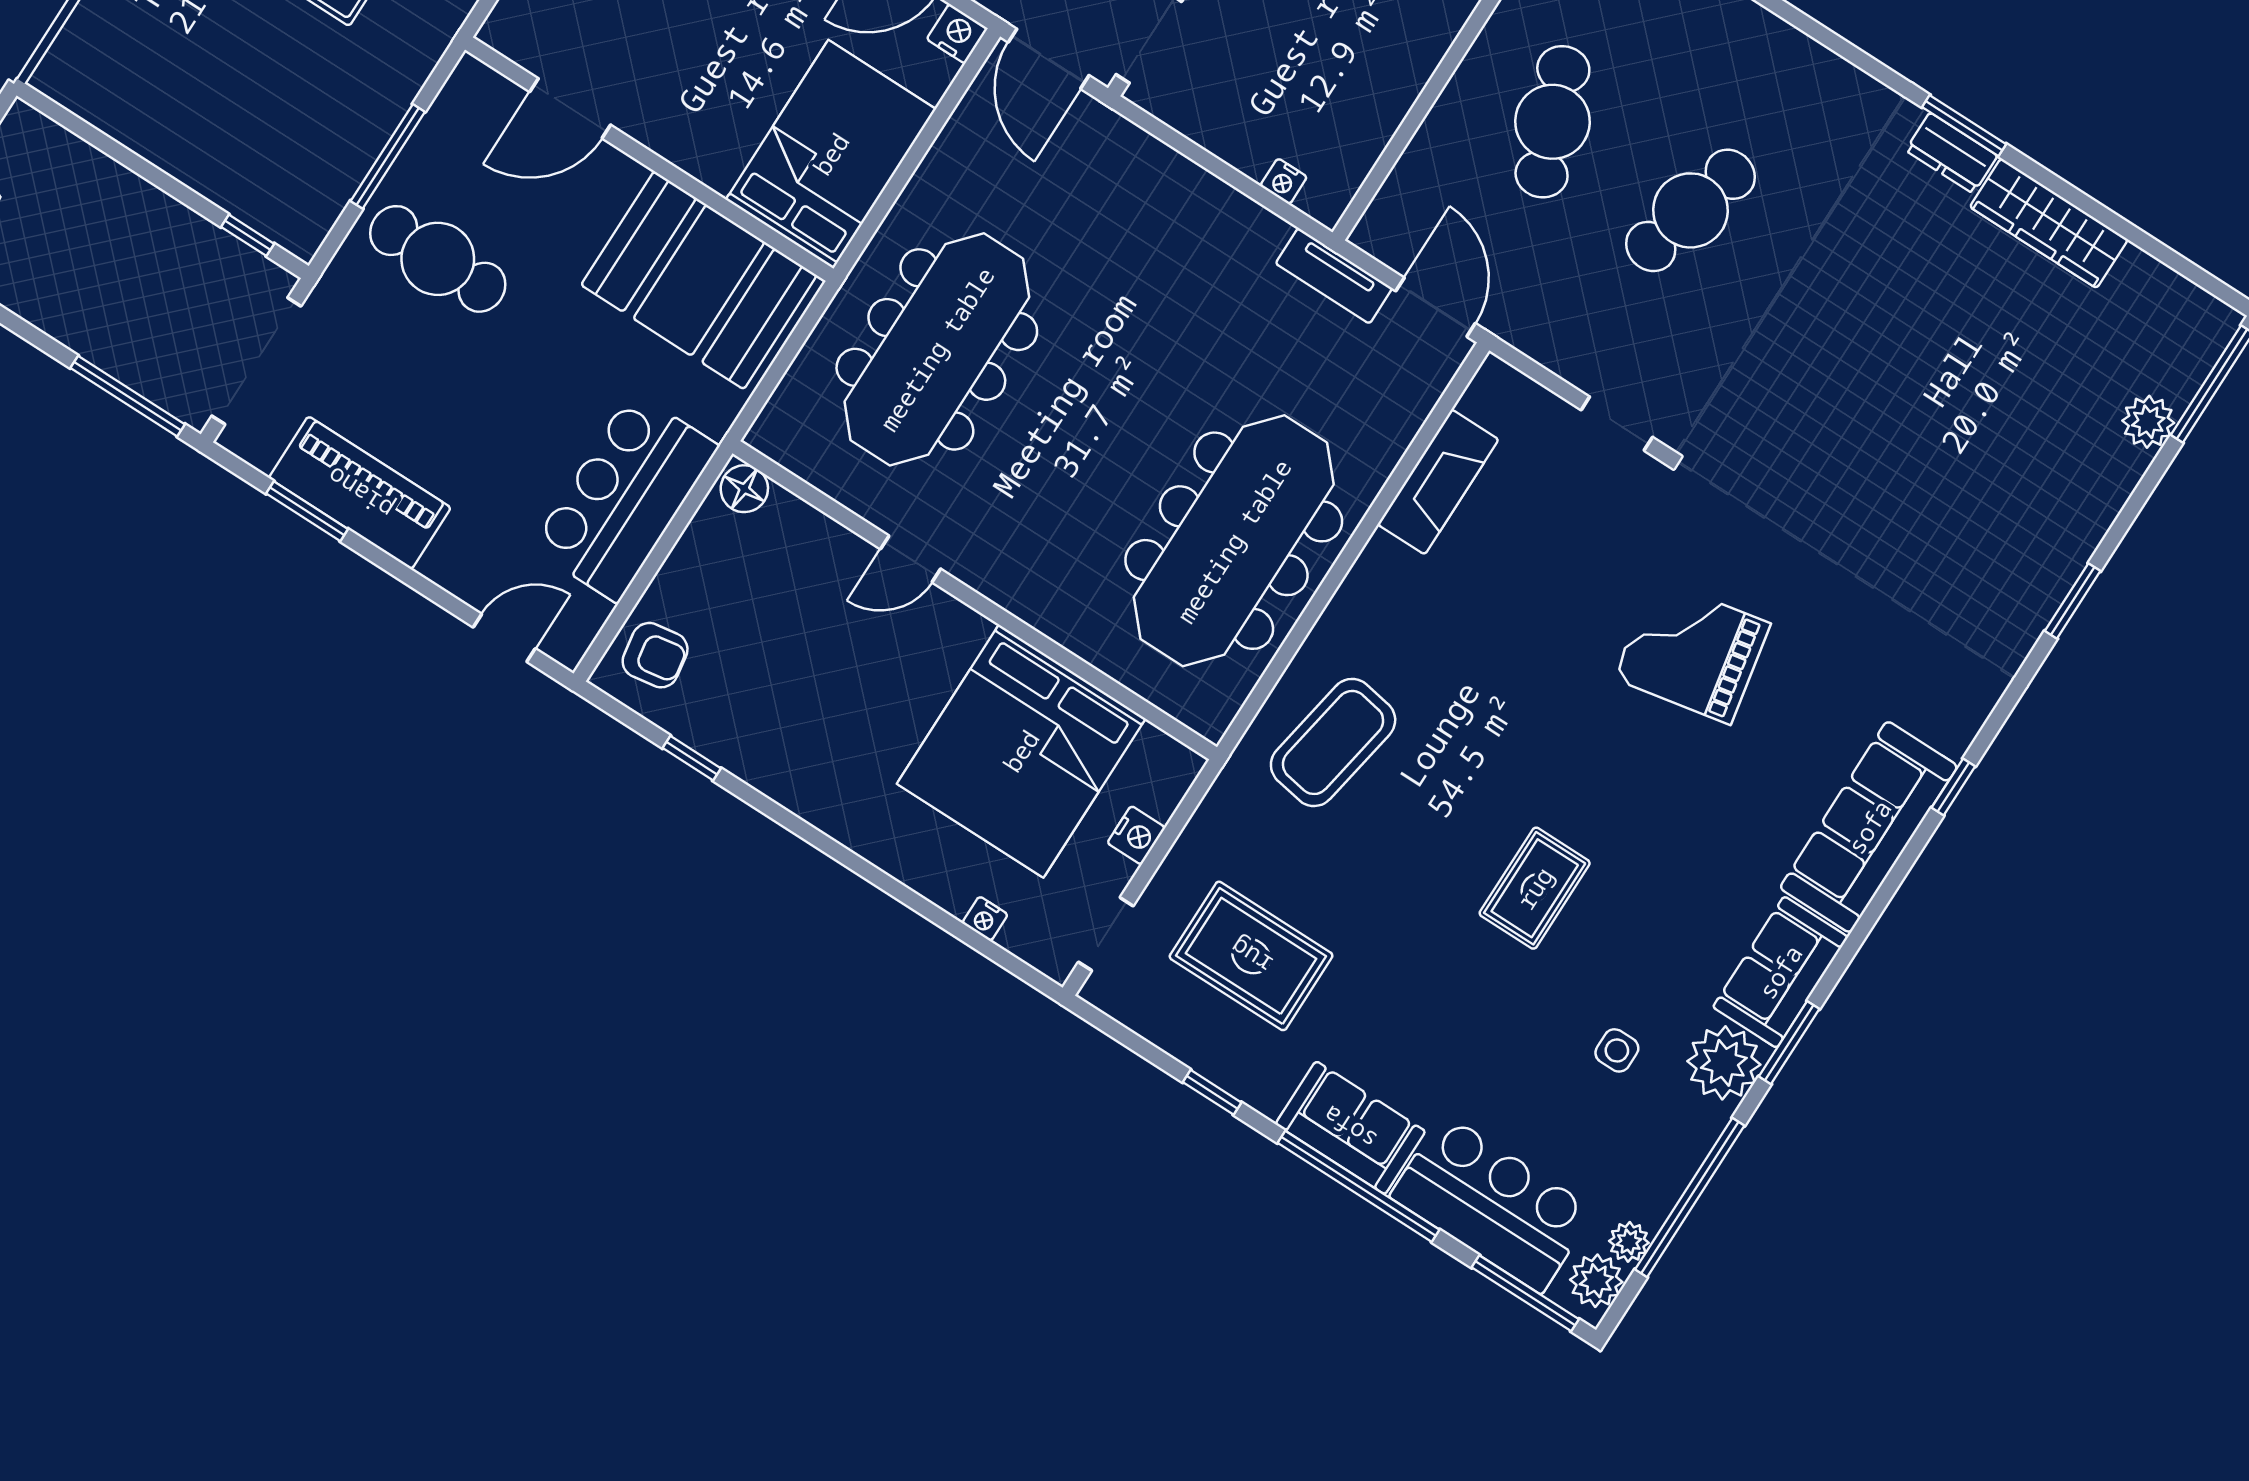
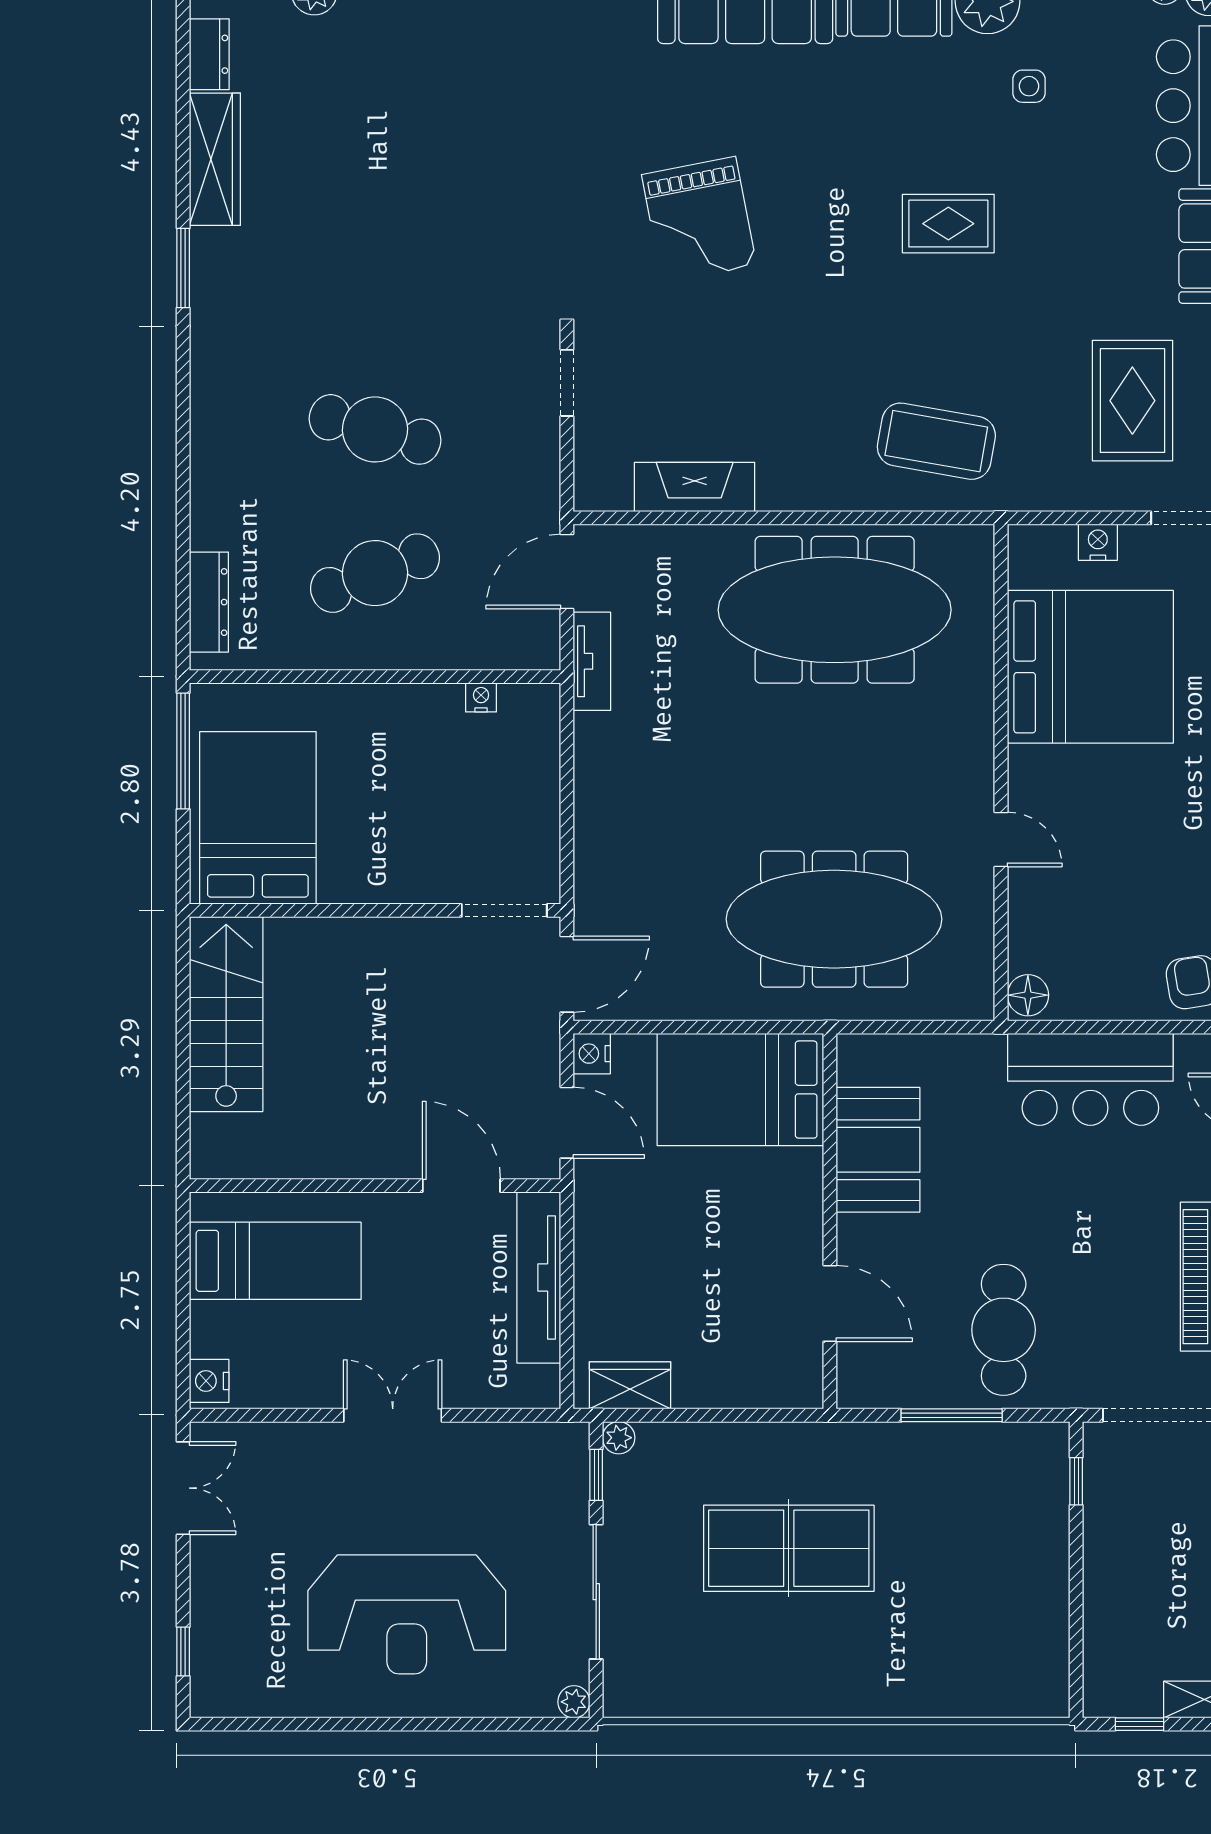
dresser: (1952, 153) -> (209, 54), moved
nightstand: (1284, 181) -> (481, 697), moved, turned -90
booth: (699, 280) -> (878, 1150), width x0.73, depth x0.70

